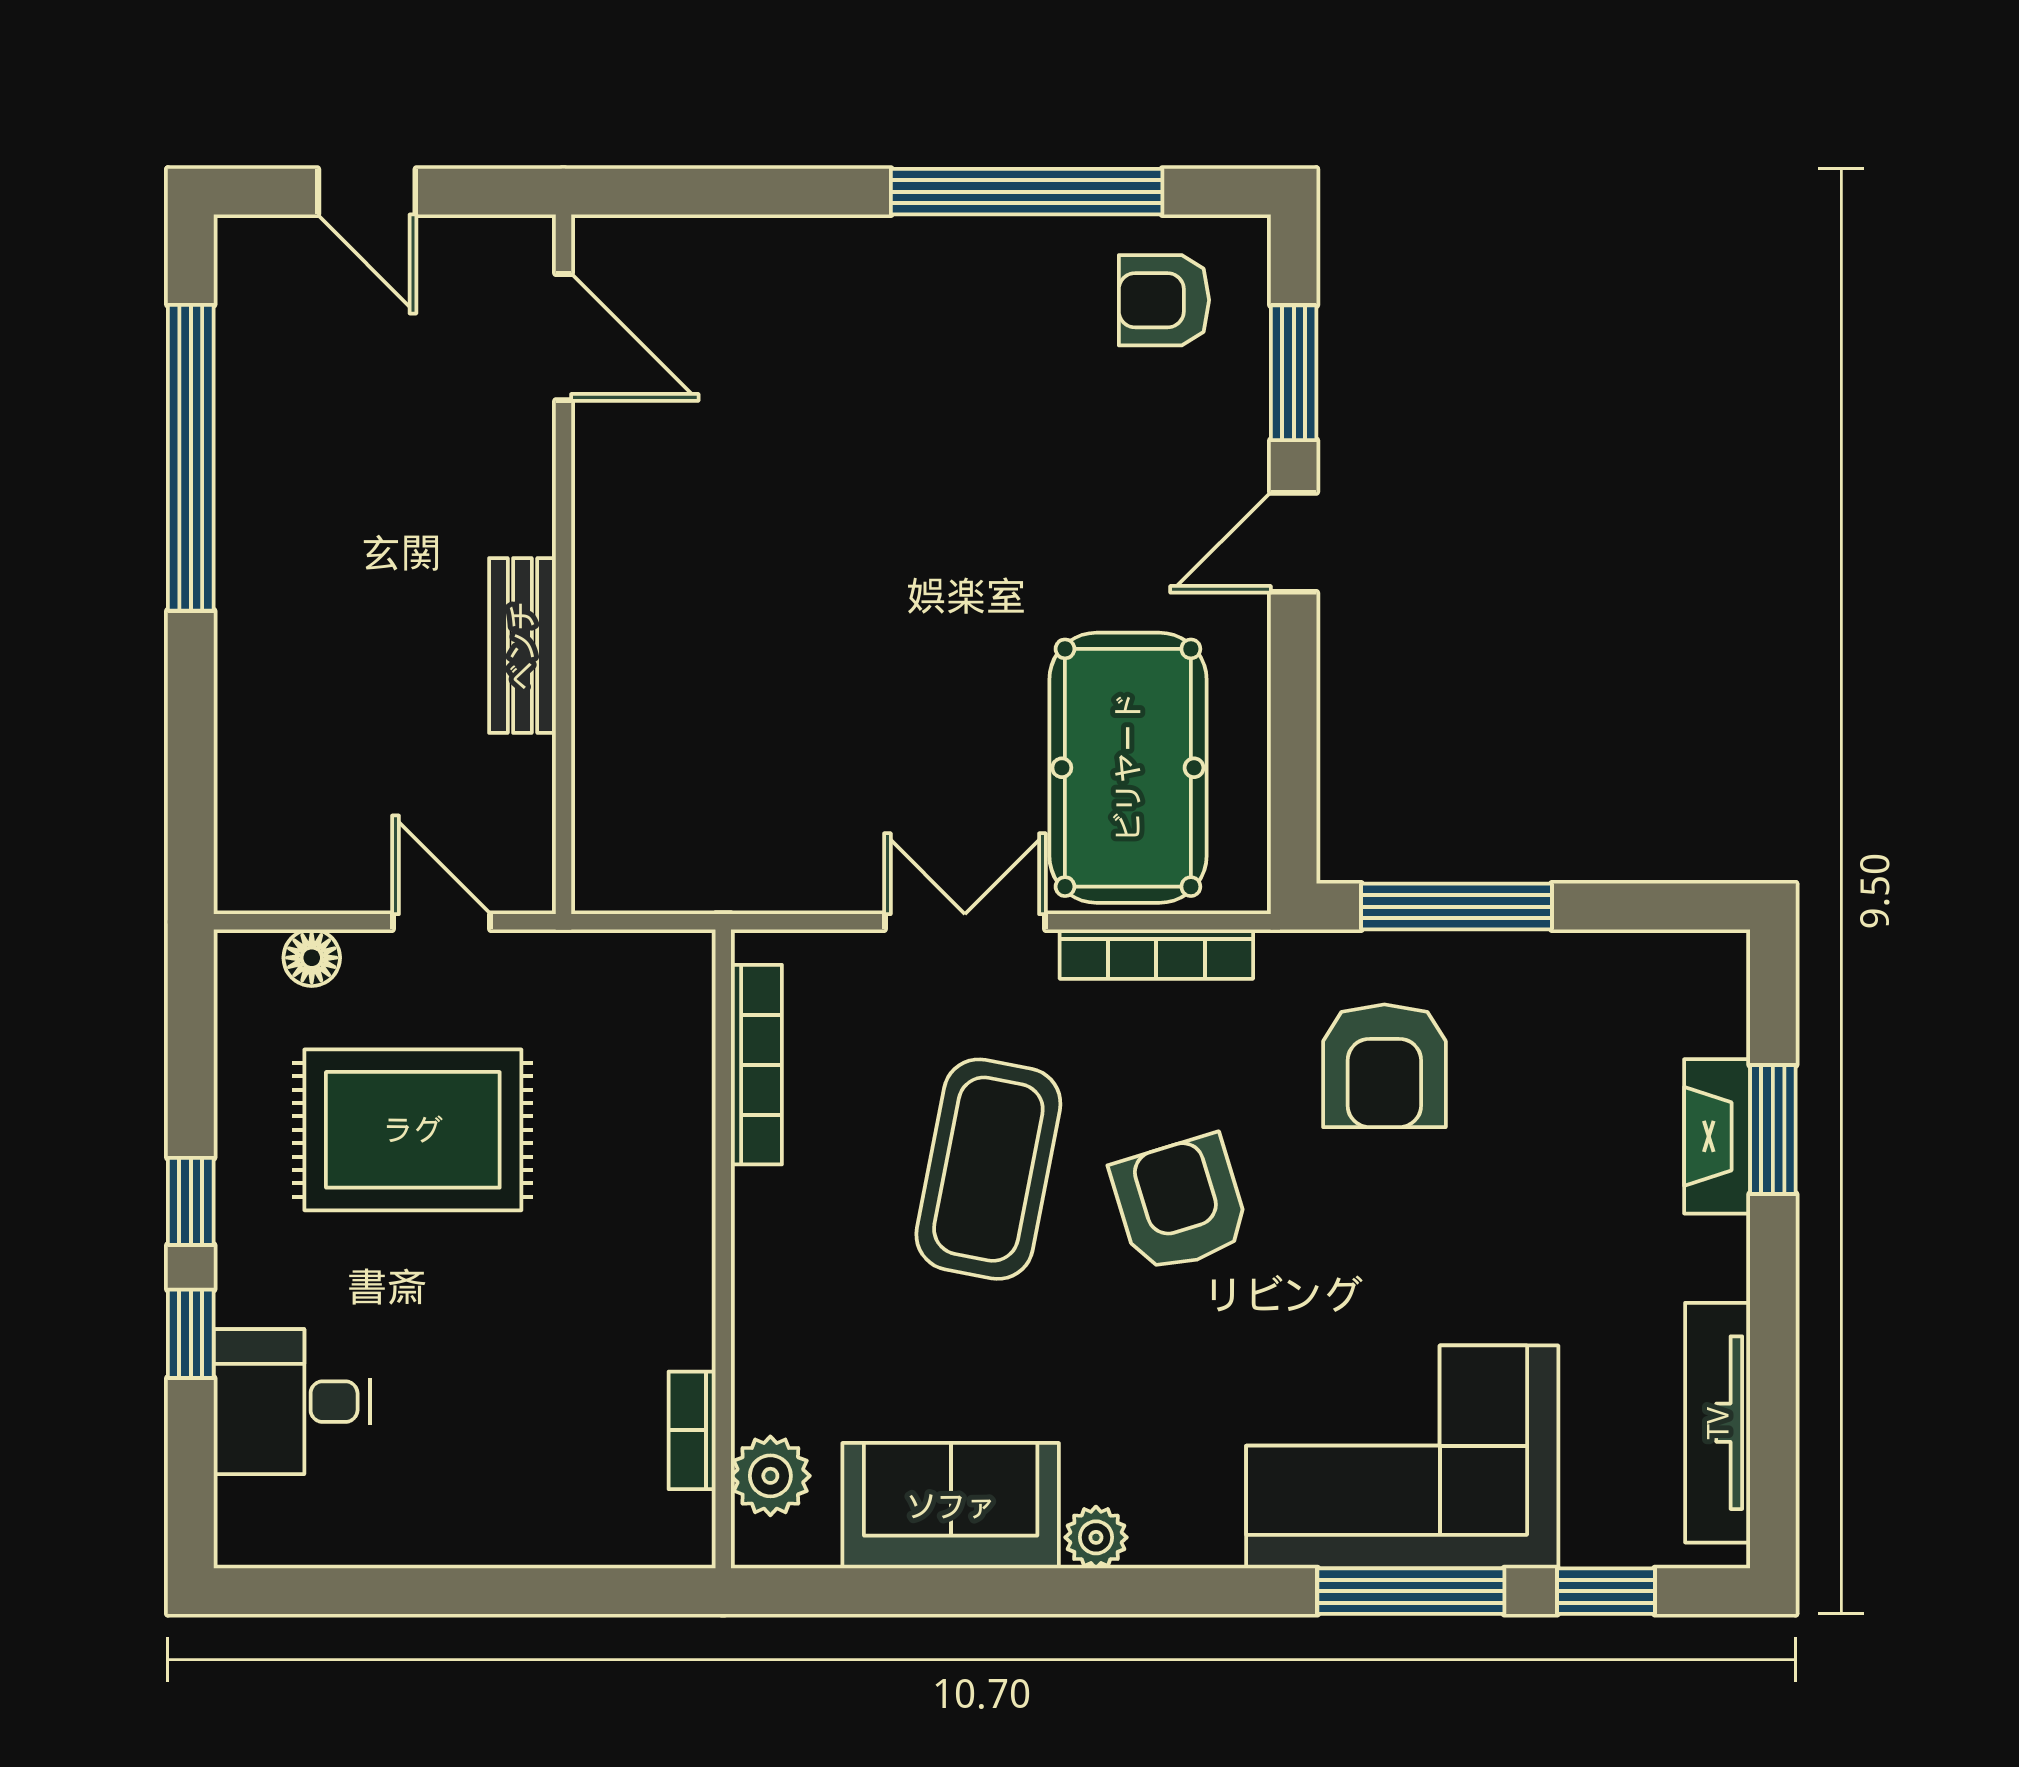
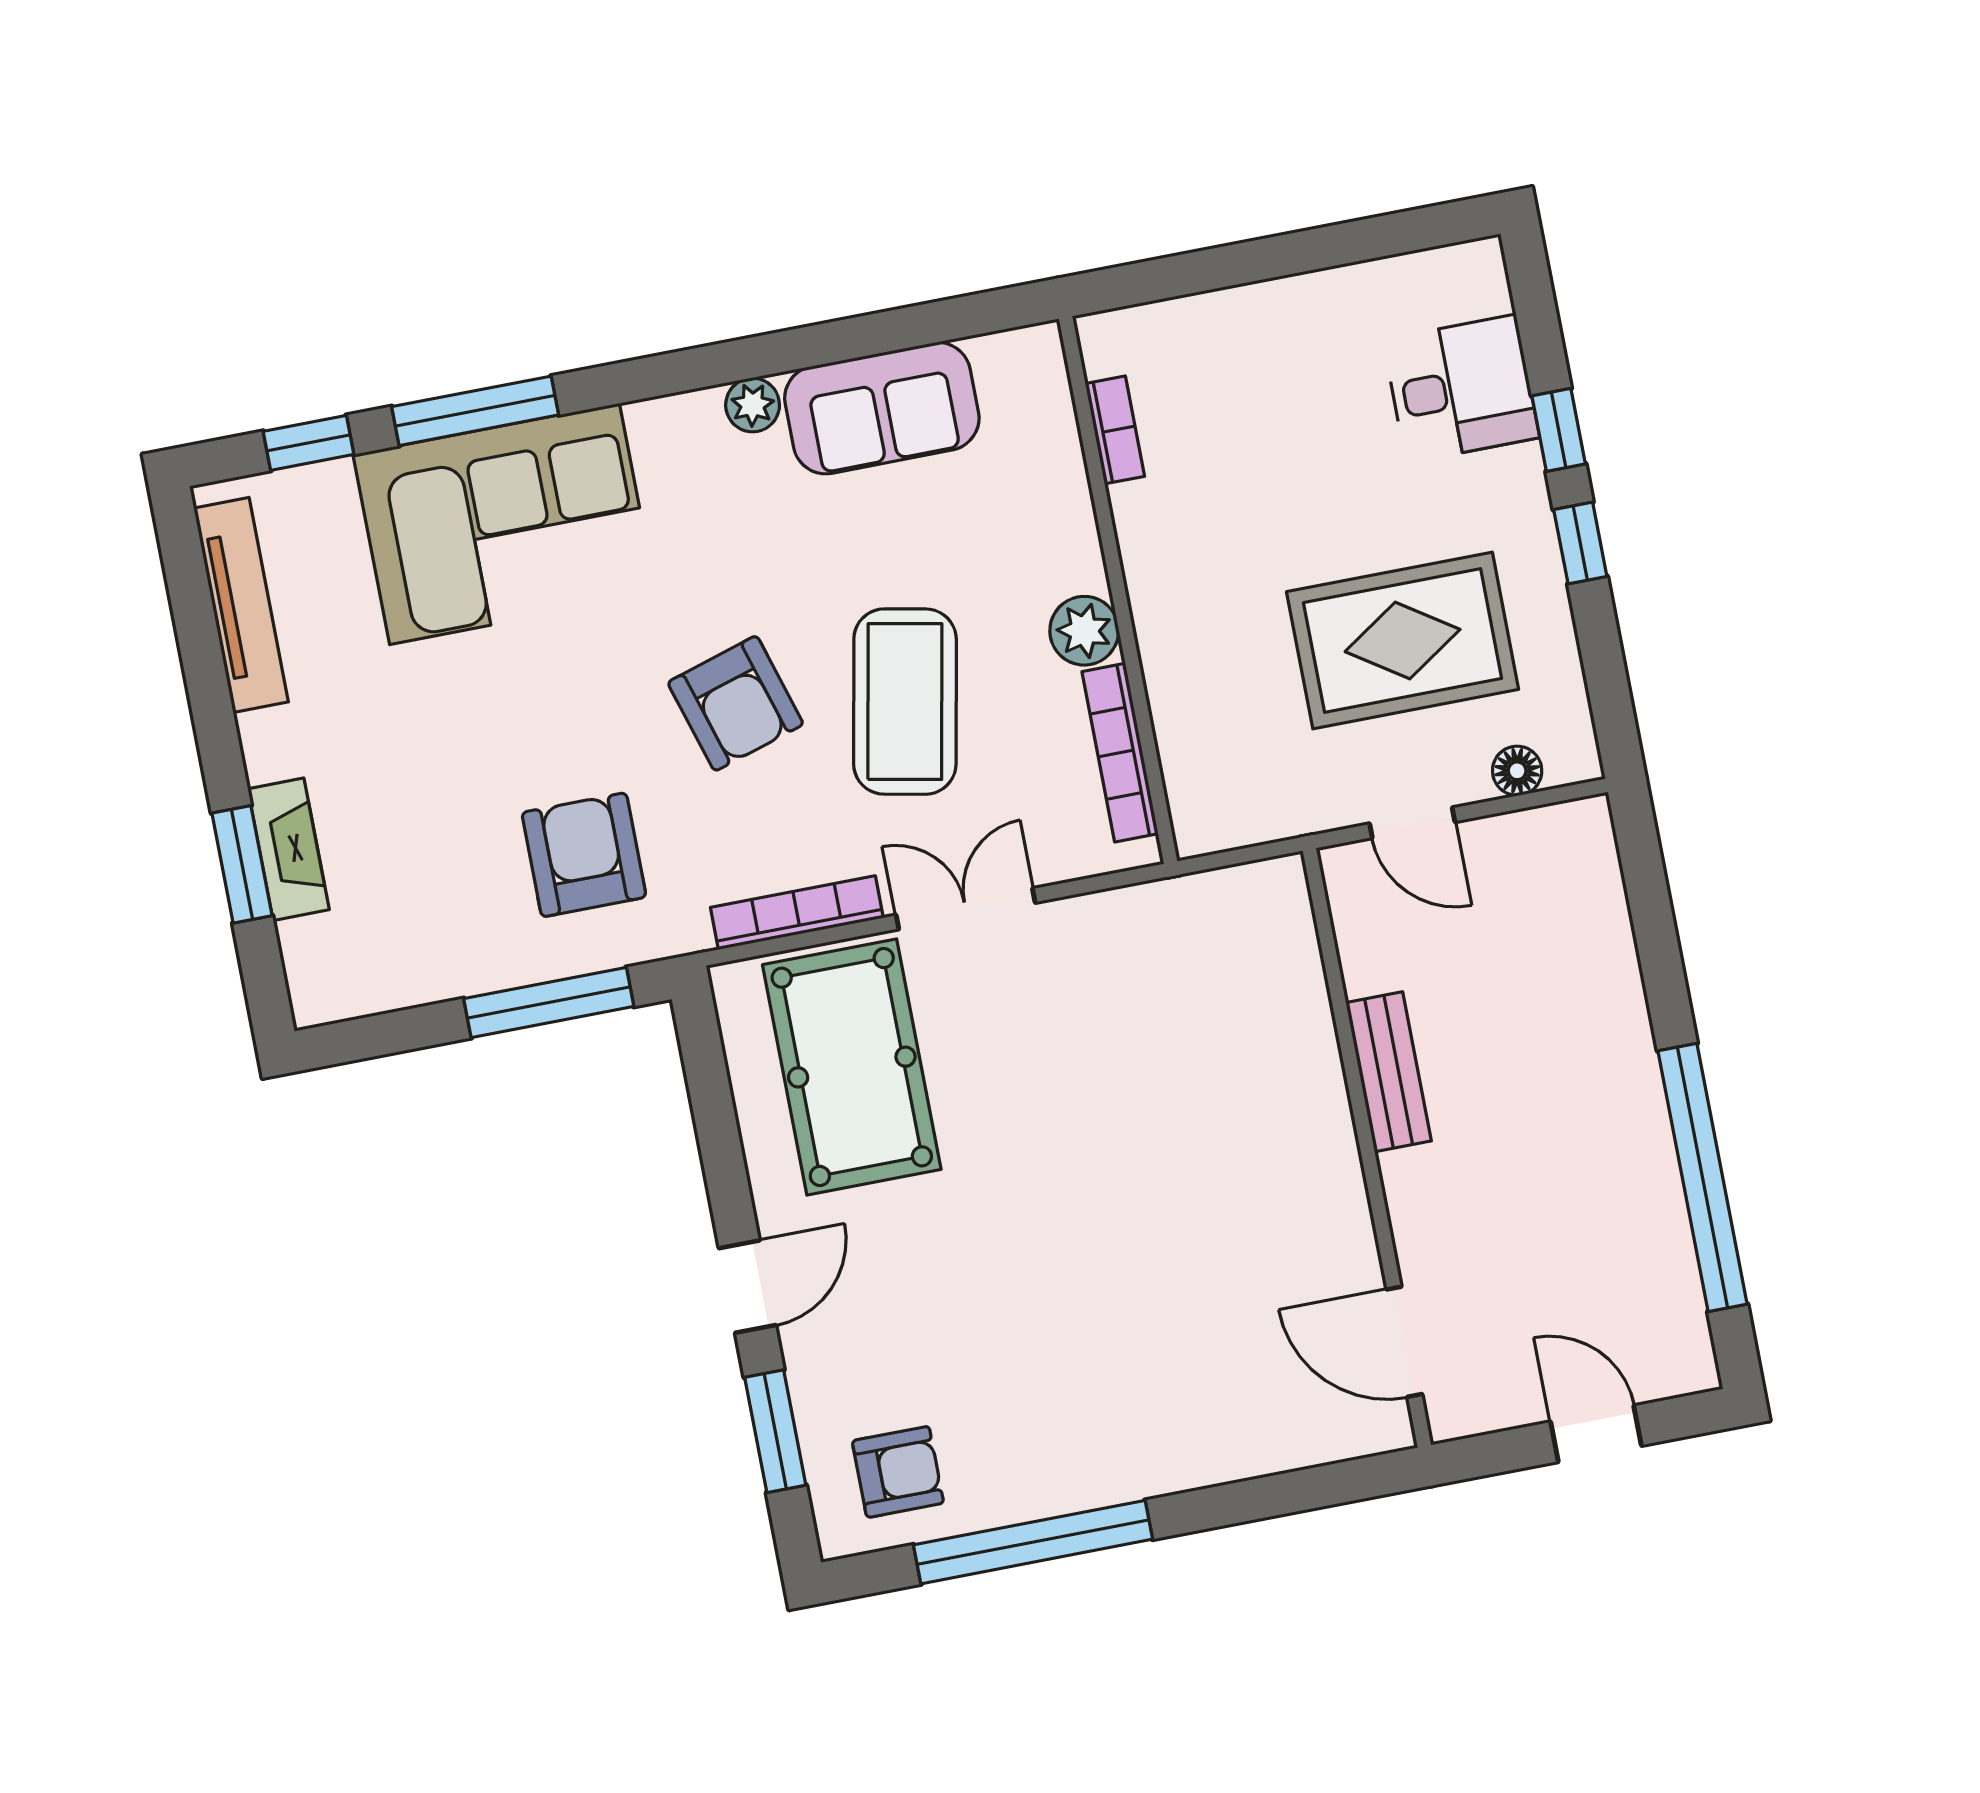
double door: (965, 922) -> (966, 909), swing flipped
plant: (770, 1476) -> (1084, 631), moved

